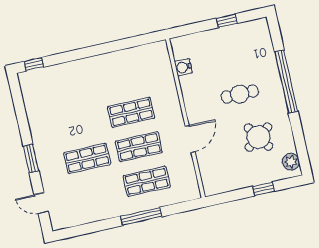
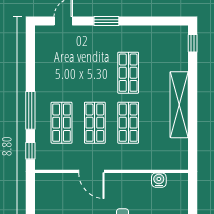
shelving: (101, 64) -> (179, 105), added
shop shelf: (87, 158) -> (128, 73), moved
window: (183, 207) -> (30, 151), added

